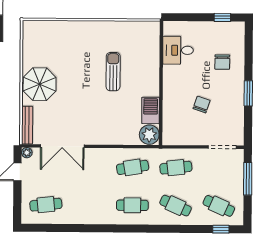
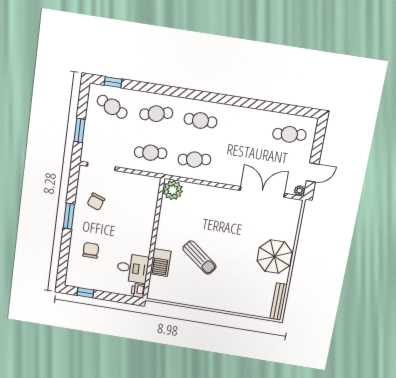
printer: (169, 28) -> (138, 291), added
sun lounger: (113, 72) -> (199, 258), turned -52
chair: (202, 105) -> (96, 202), moved
barbecue: (151, 110) -> (161, 263), moved
bench: (27, 125) -> (279, 302), moved
window: (248, 179) -> (79, 131), width x0.69
cafe table: (176, 206) -> (156, 114), turned -36

